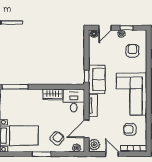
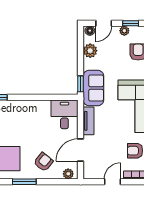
wardrobe: (53, 94) -> (38, 107), removed
plant: (94, 145) -> (90, 51), moved
door: (112, 154) -> (112, 182), hinge flipped

